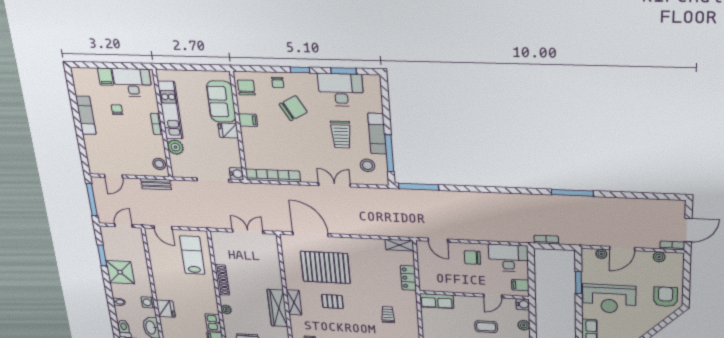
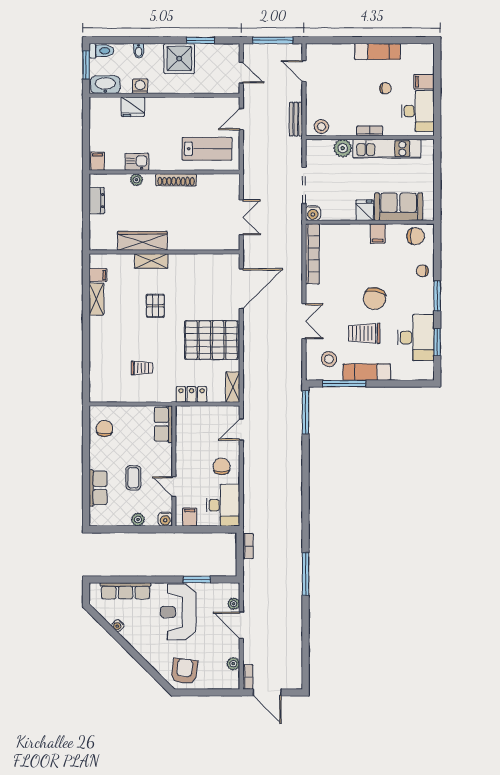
window: (300, 70) -> (437, 296), width x1.50
chair: (293, 108) -> (375, 299), moved, turned 39
pallet: (325, 267) -> (211, 340), moved, turned 90
armchair: (666, 297) -> (184, 671), turned -83
kitchen sink: (213, 323) -> (137, 162), moved

